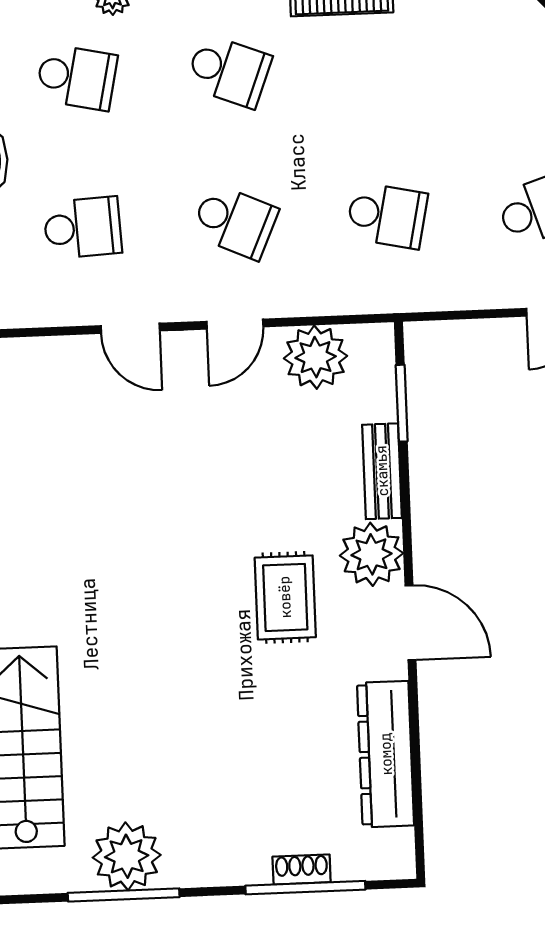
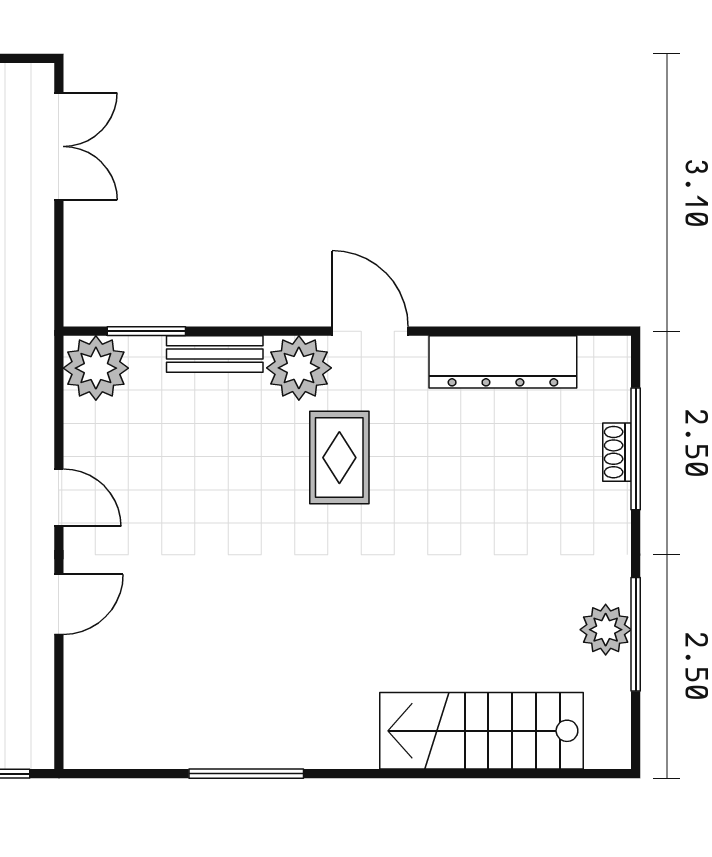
plant: (316, 357) -> (96, 368), moved
rug: (285, 597) -> (339, 458), turned 90
door: (410, 623) -> (370, 331), hinge flipped
plant: (127, 856) -> (606, 630), width x0.73, depth x0.73

